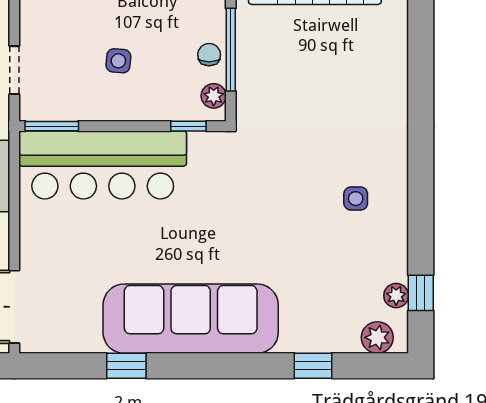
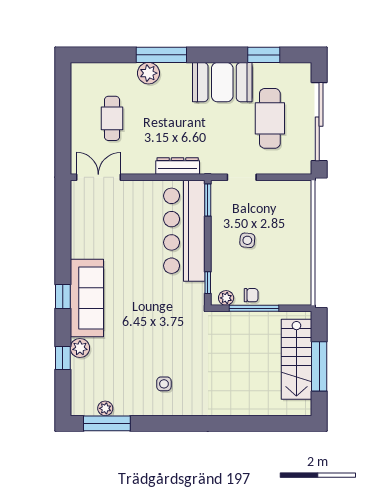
window: (421, 293) -> (107, 423), width x2.17
sofa: (191, 319) -> (87, 298), width x0.74, depth x0.79
plant: (377, 337) -> (80, 348), moved
window: (126, 366) -> (63, 297), moved

